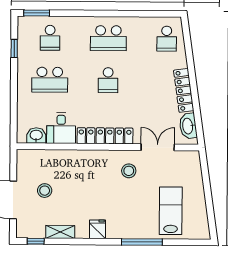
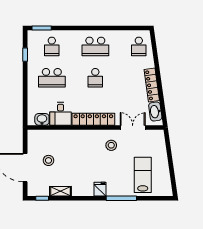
fridge: (98, 229) -> (100, 189), moved

